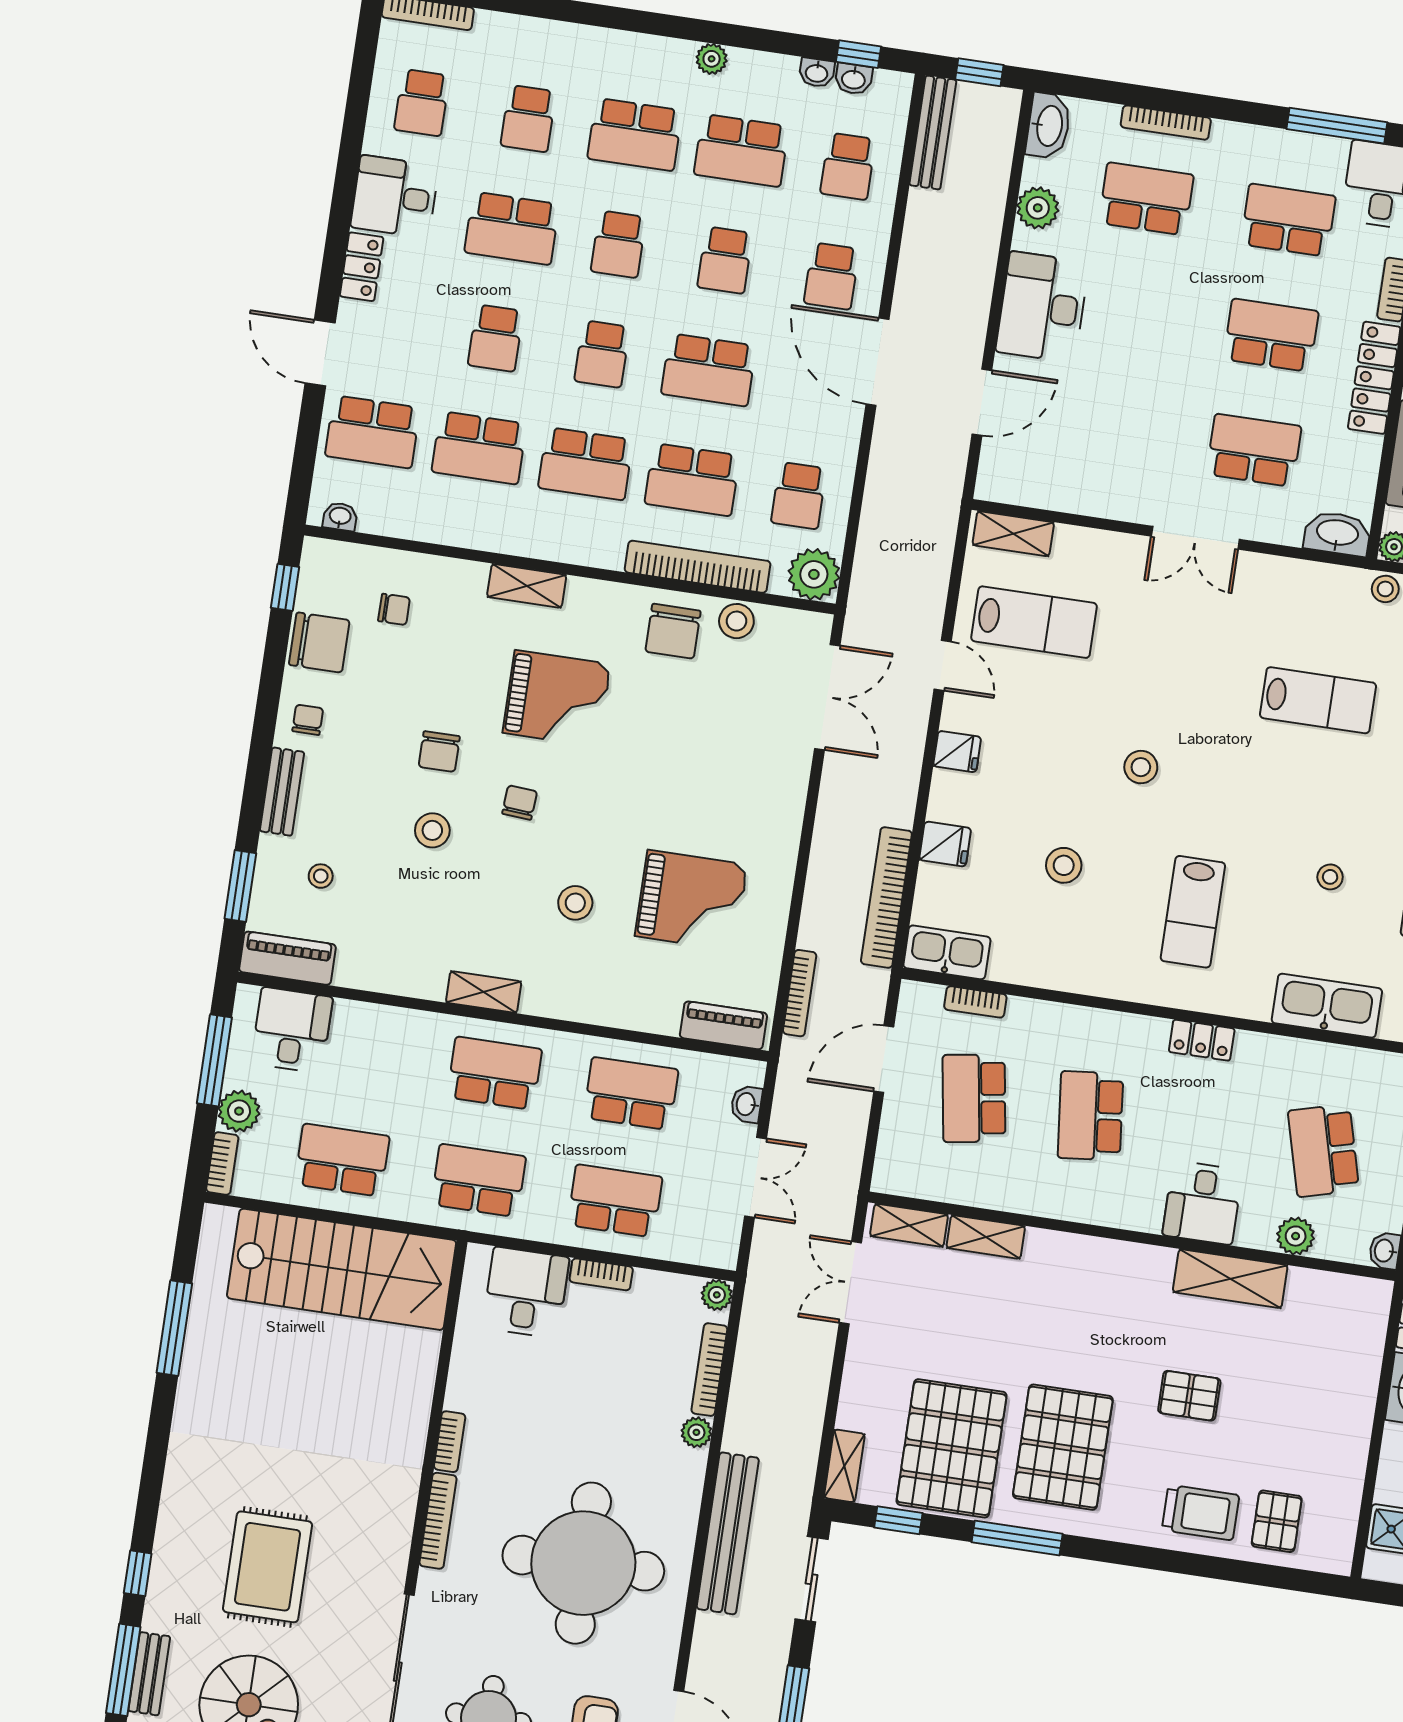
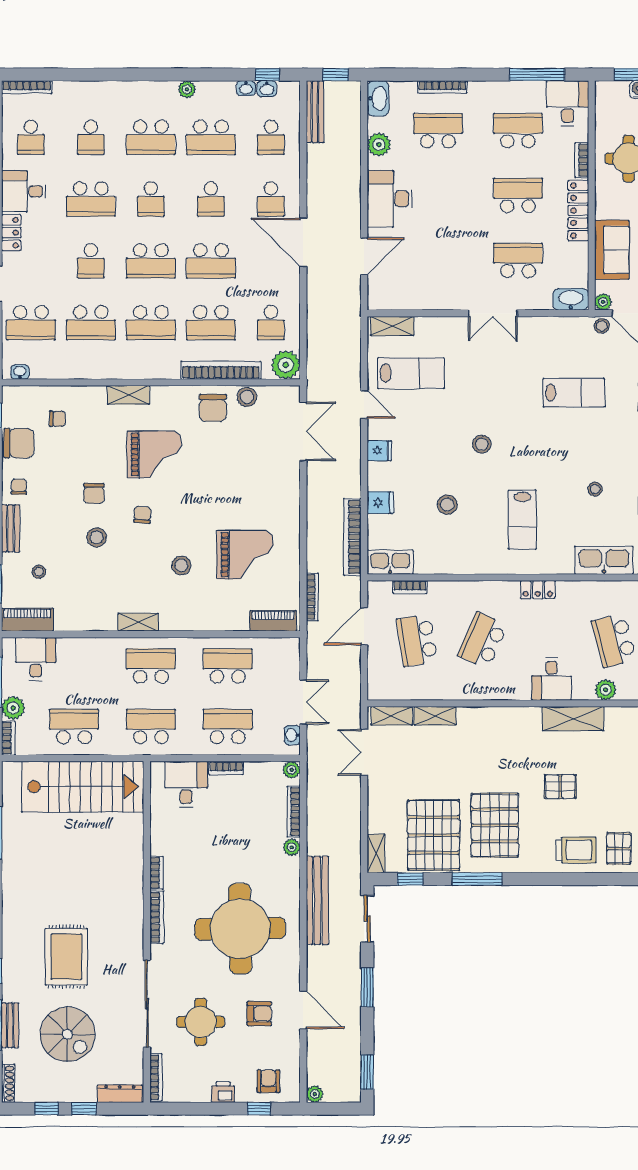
school desk: (602, 354) -> (151, 261), width x1.85
washbasin: (746, 1104) -> (292, 735), moved
school desk: (1090, 1116) -> (483, 640), turned 30

